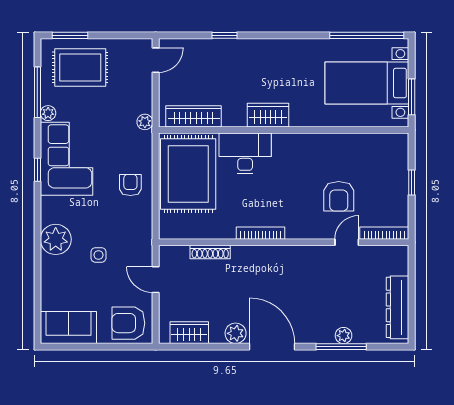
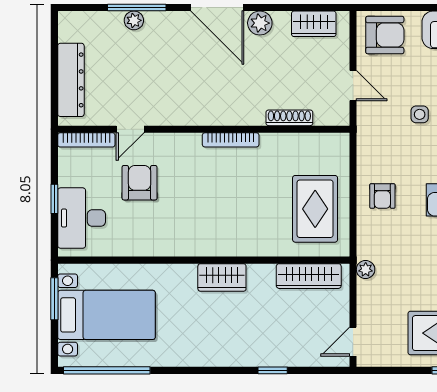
desk: (245, 153) -> (82, 218), moved, turned 90
rug: (188, 174) -> (315, 209), width x0.73, depth x0.69
dresser: (397, 307) -> (71, 80), moved

